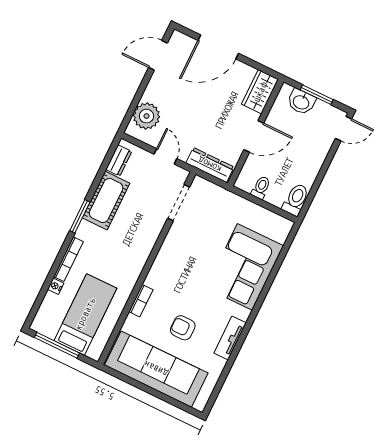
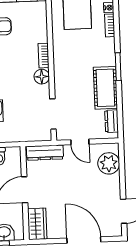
door: (218, 47) -> (84, 240), hinge flipped
floor lamp: (169, 250) -> (42, 77), added
bookcase: (69, 259) -> (110, 25), width x0.64
bookcase: (141, 301) -> (44, 56), moved

